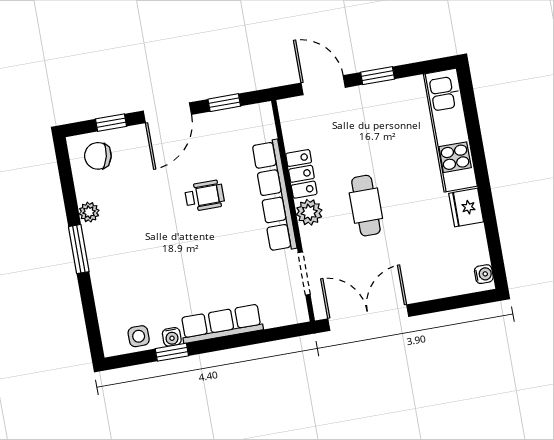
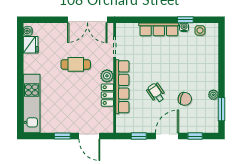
chair: (98, 156) -> (185, 99), moved
wheelchair: (205, 196) -> (156, 93), turned 56
cafe table: (366, 206) -> (76, 64), moved, turned 90
fridge: (466, 208) -> (31, 45), moved
window: (79, 249) -> (222, 109), moved

